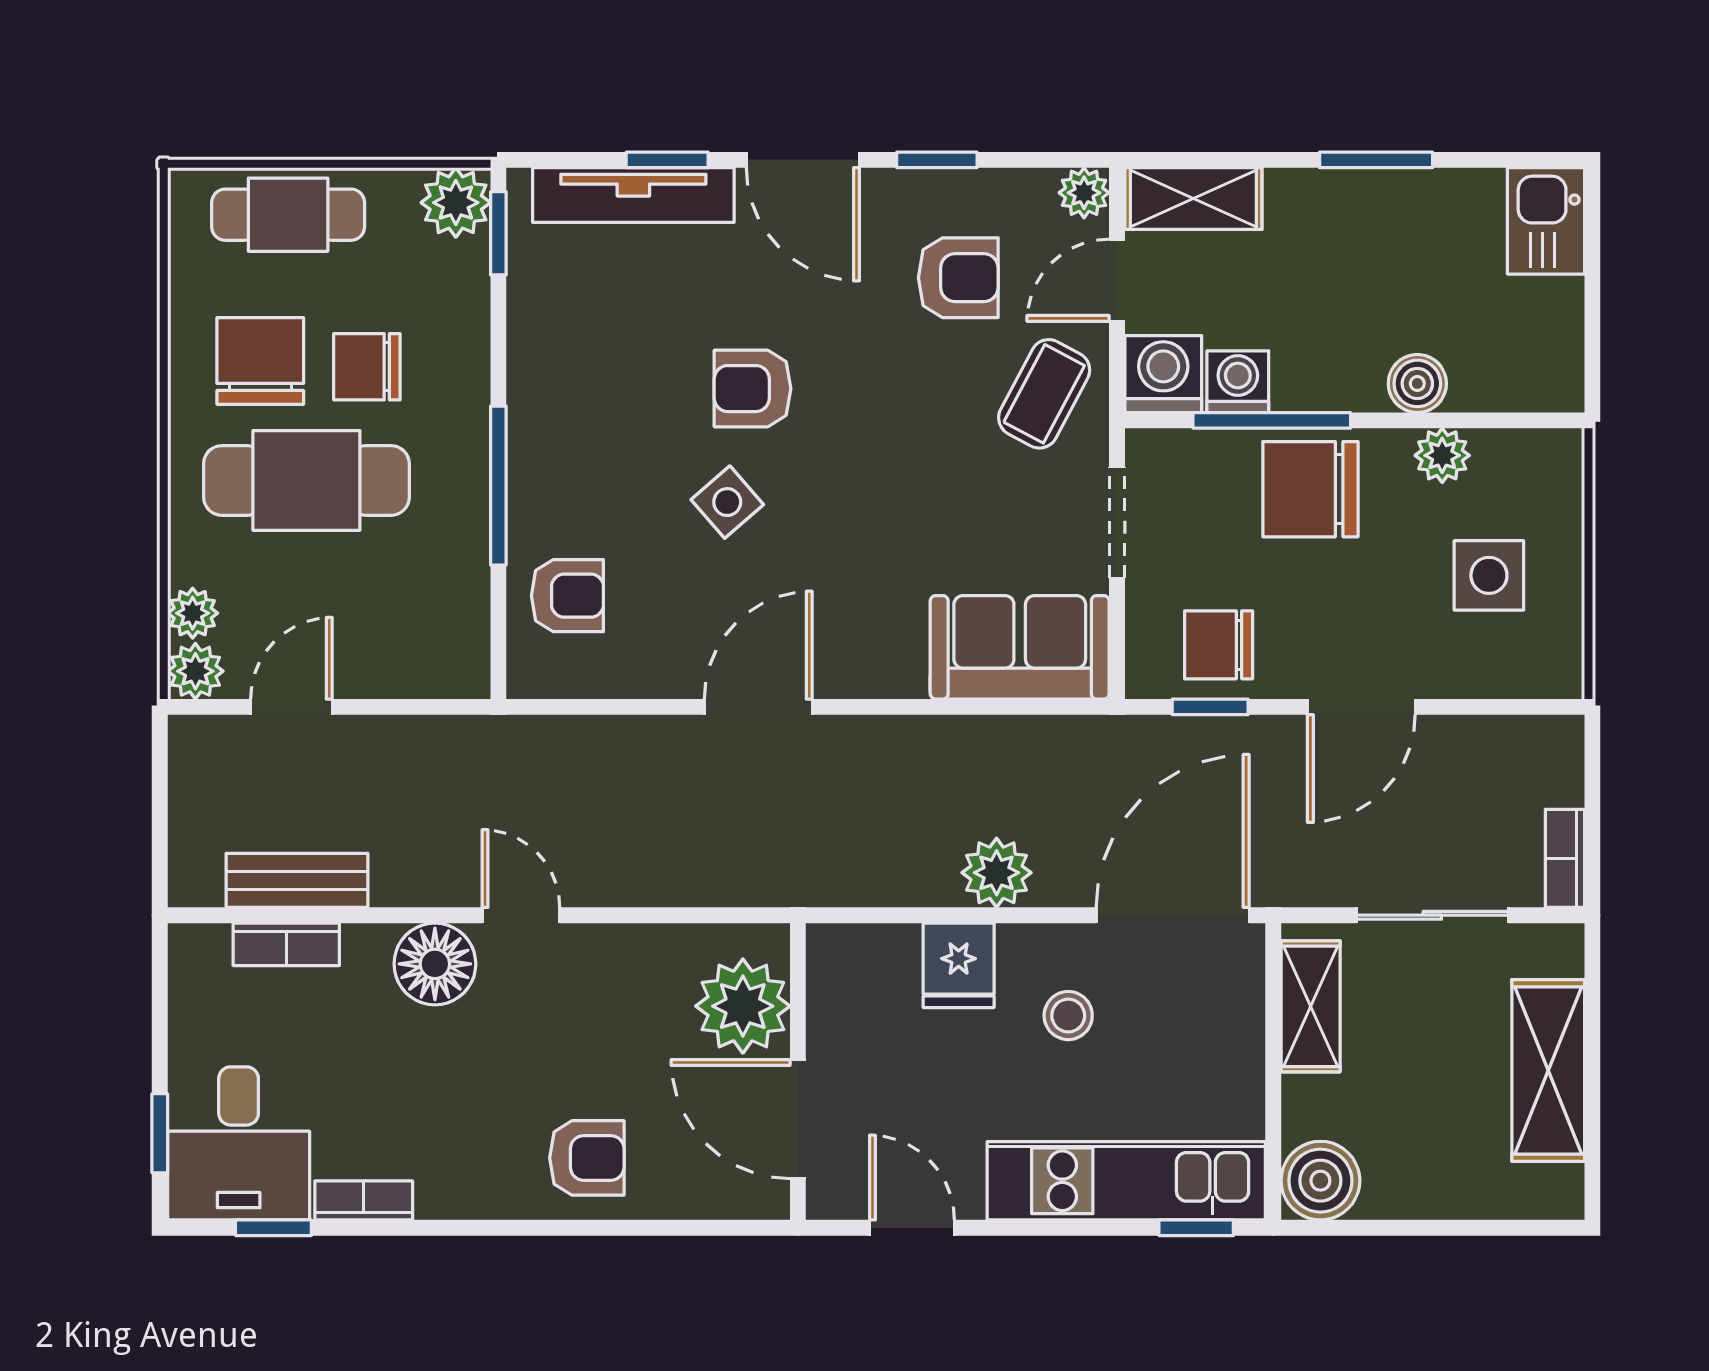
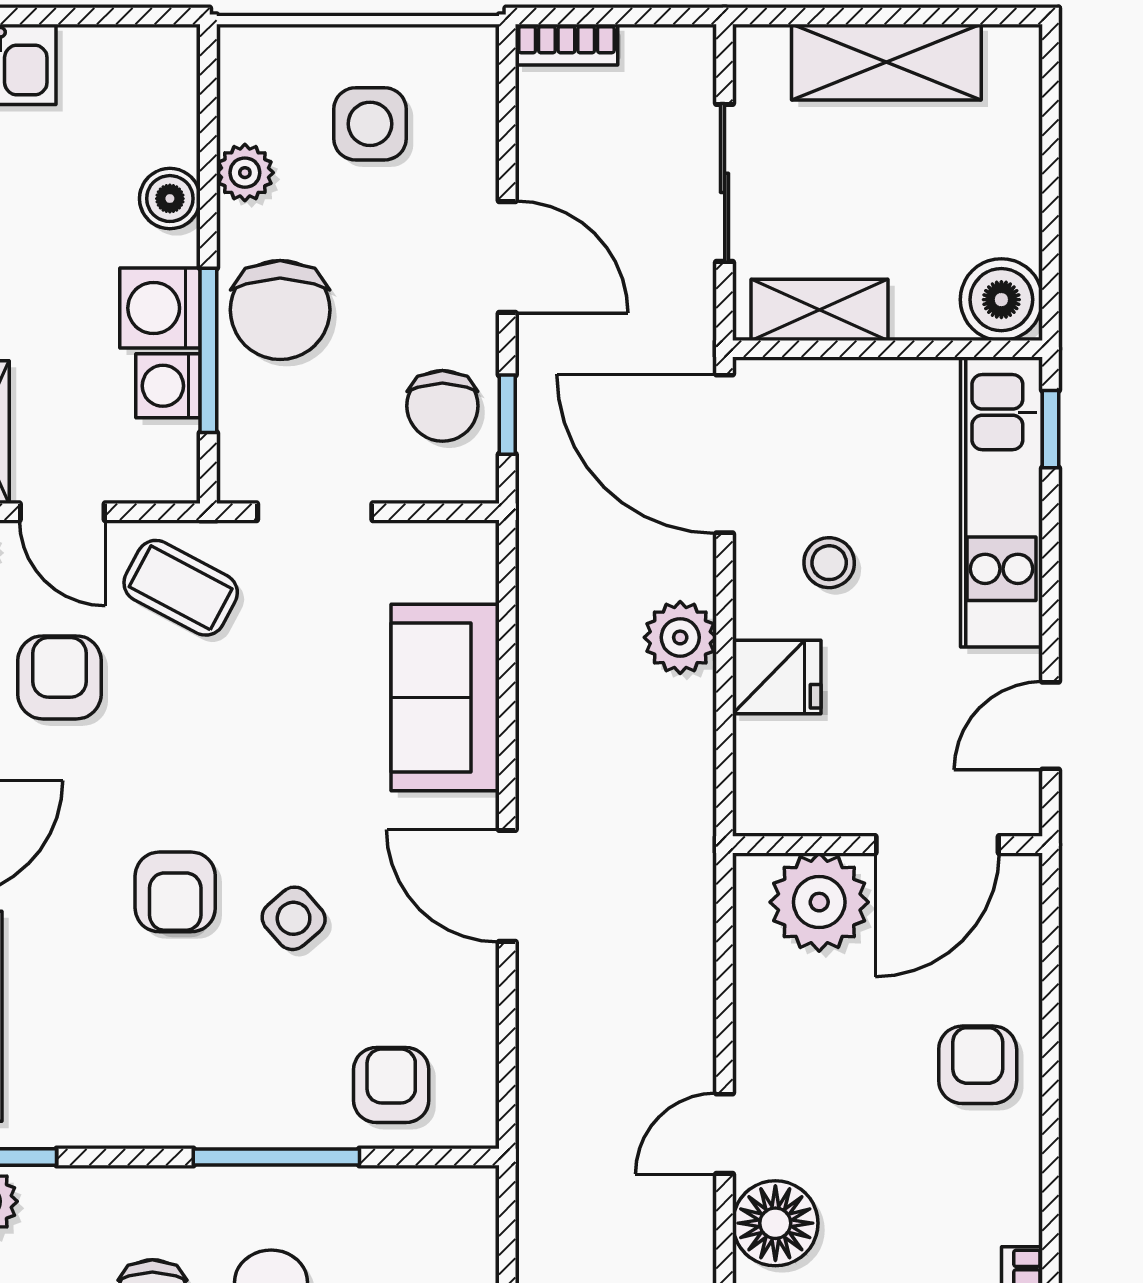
washing machine: (1163, 374) -> (160, 308), moved
sofa: (1020, 647) -> (445, 697), moved
bookcase: (1565, 858) -> (566, 45), moved

